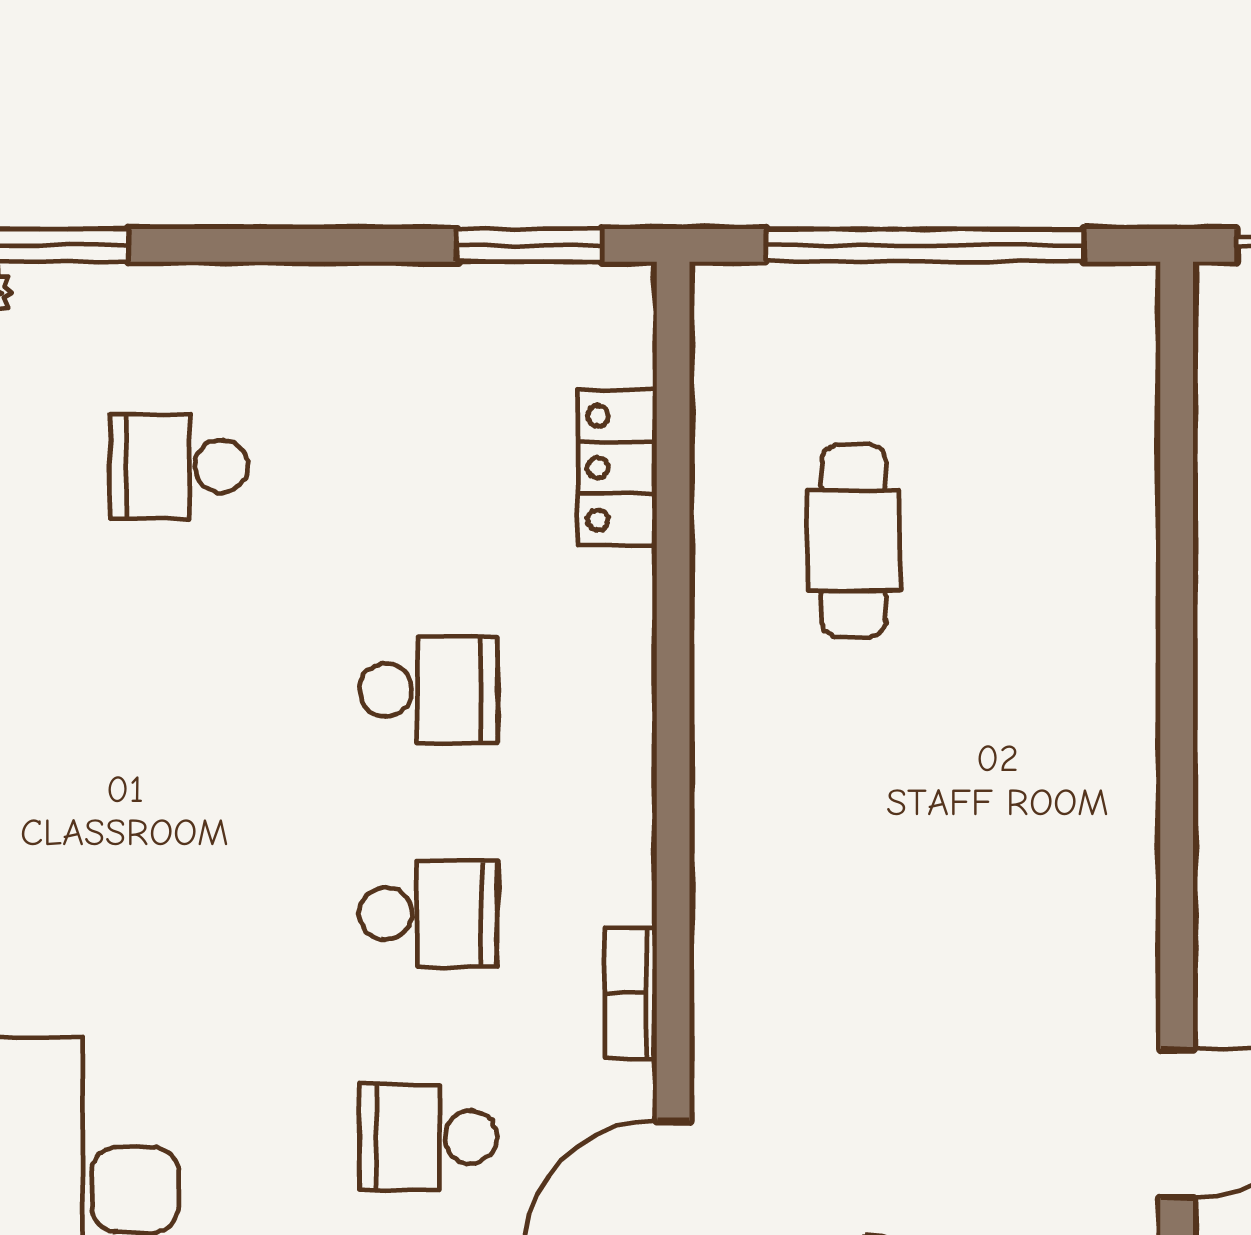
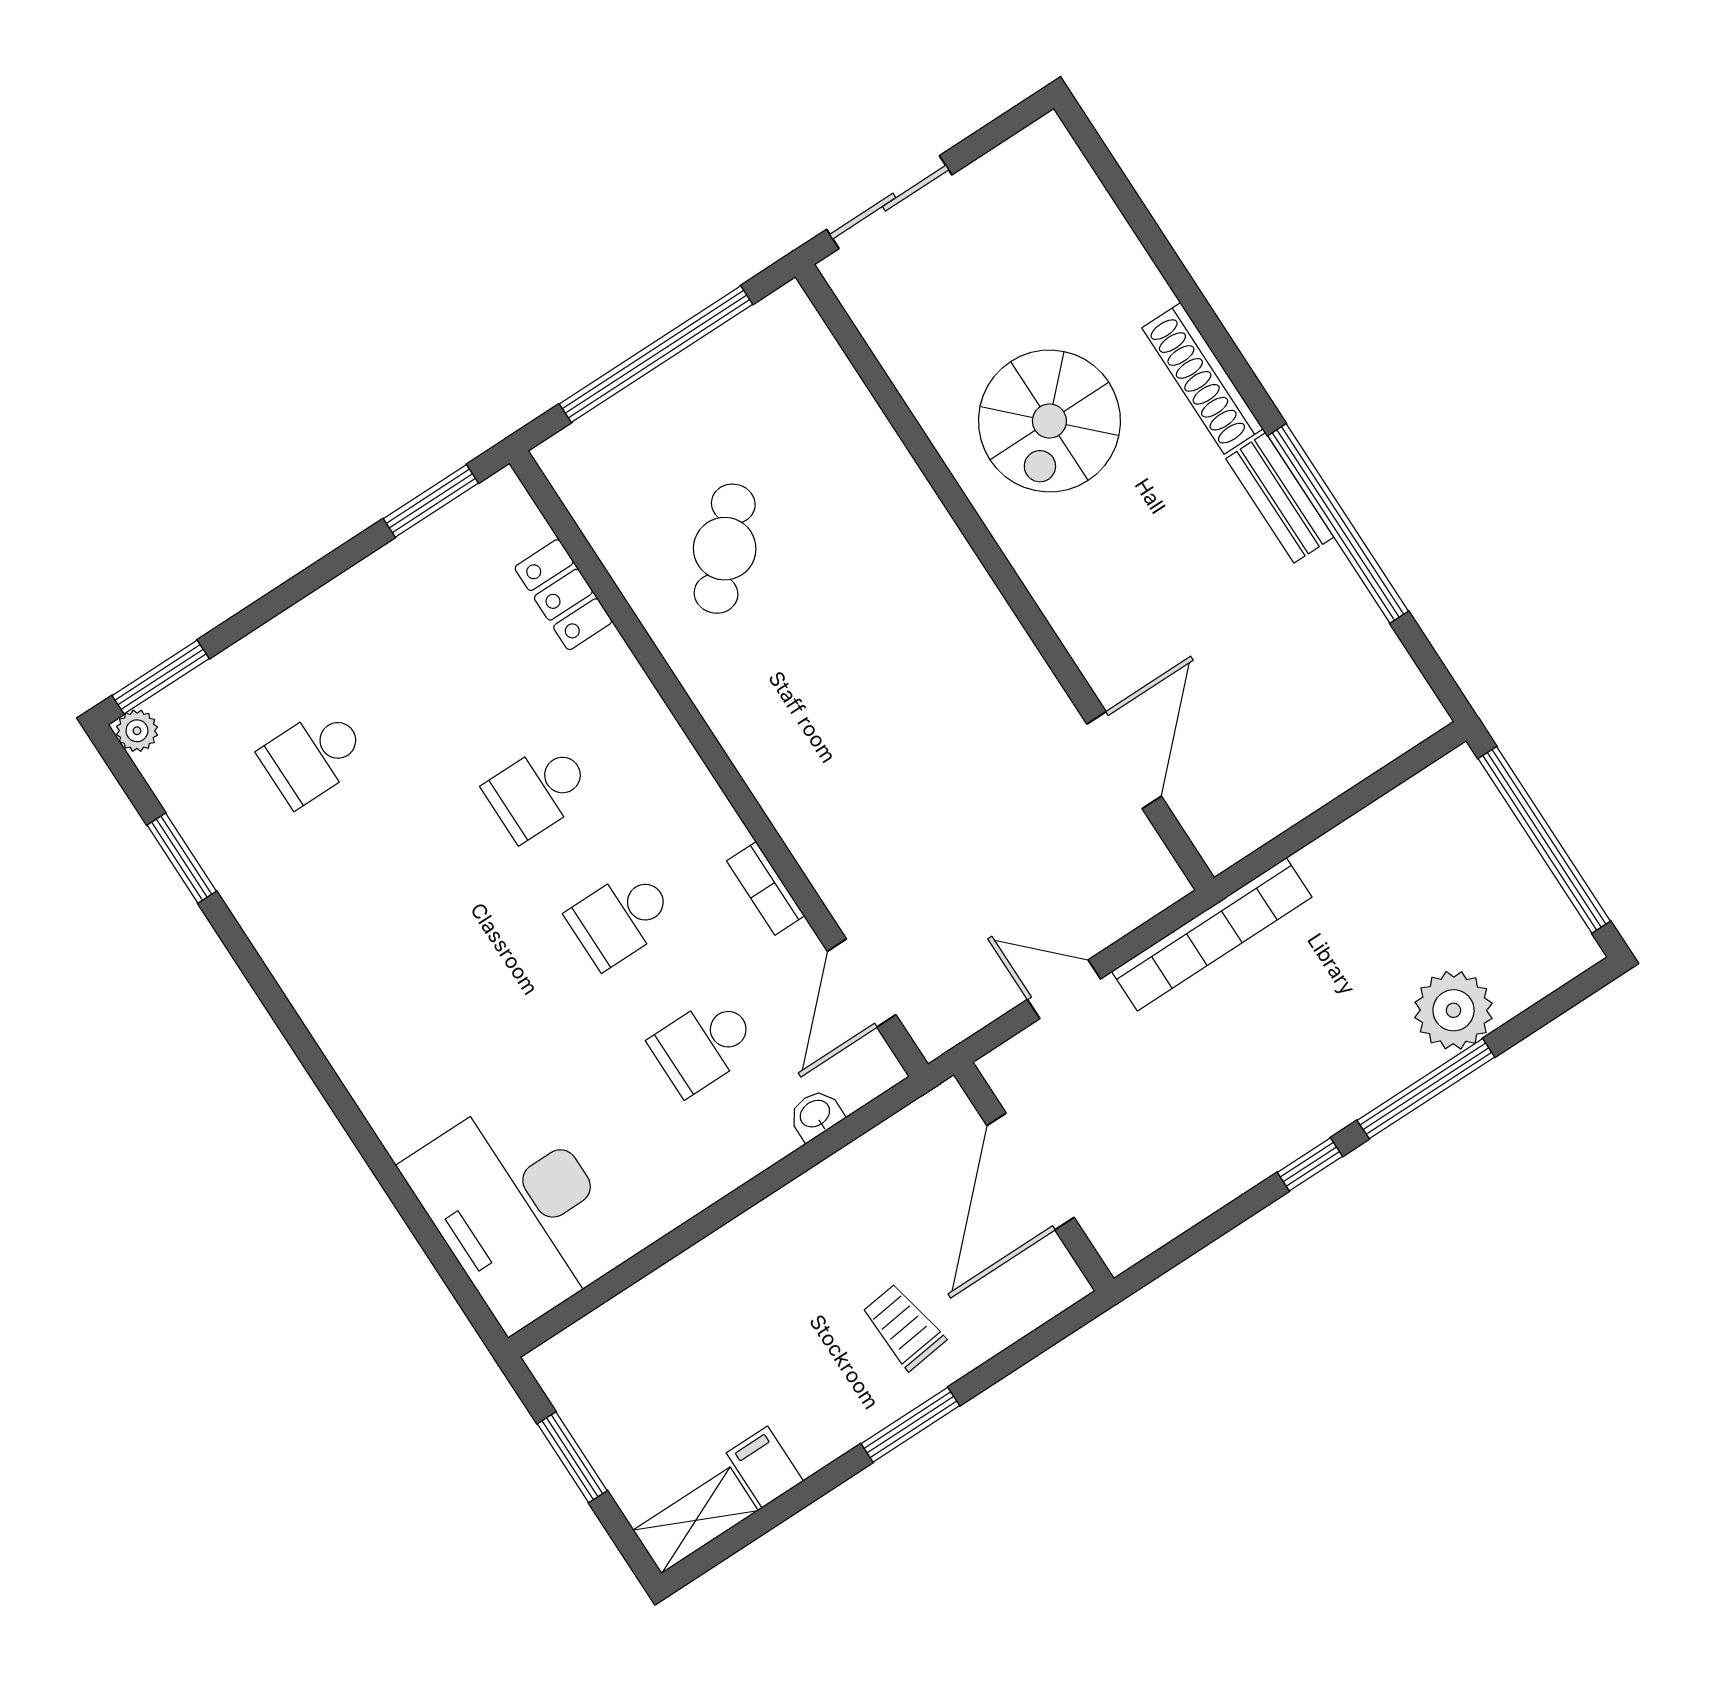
cafe table: (854, 541) -> (725, 549), turned 44
school desk: (428, 690) -> (538, 791), turned 180
school desk: (428, 913) -> (621, 918), turned 180

